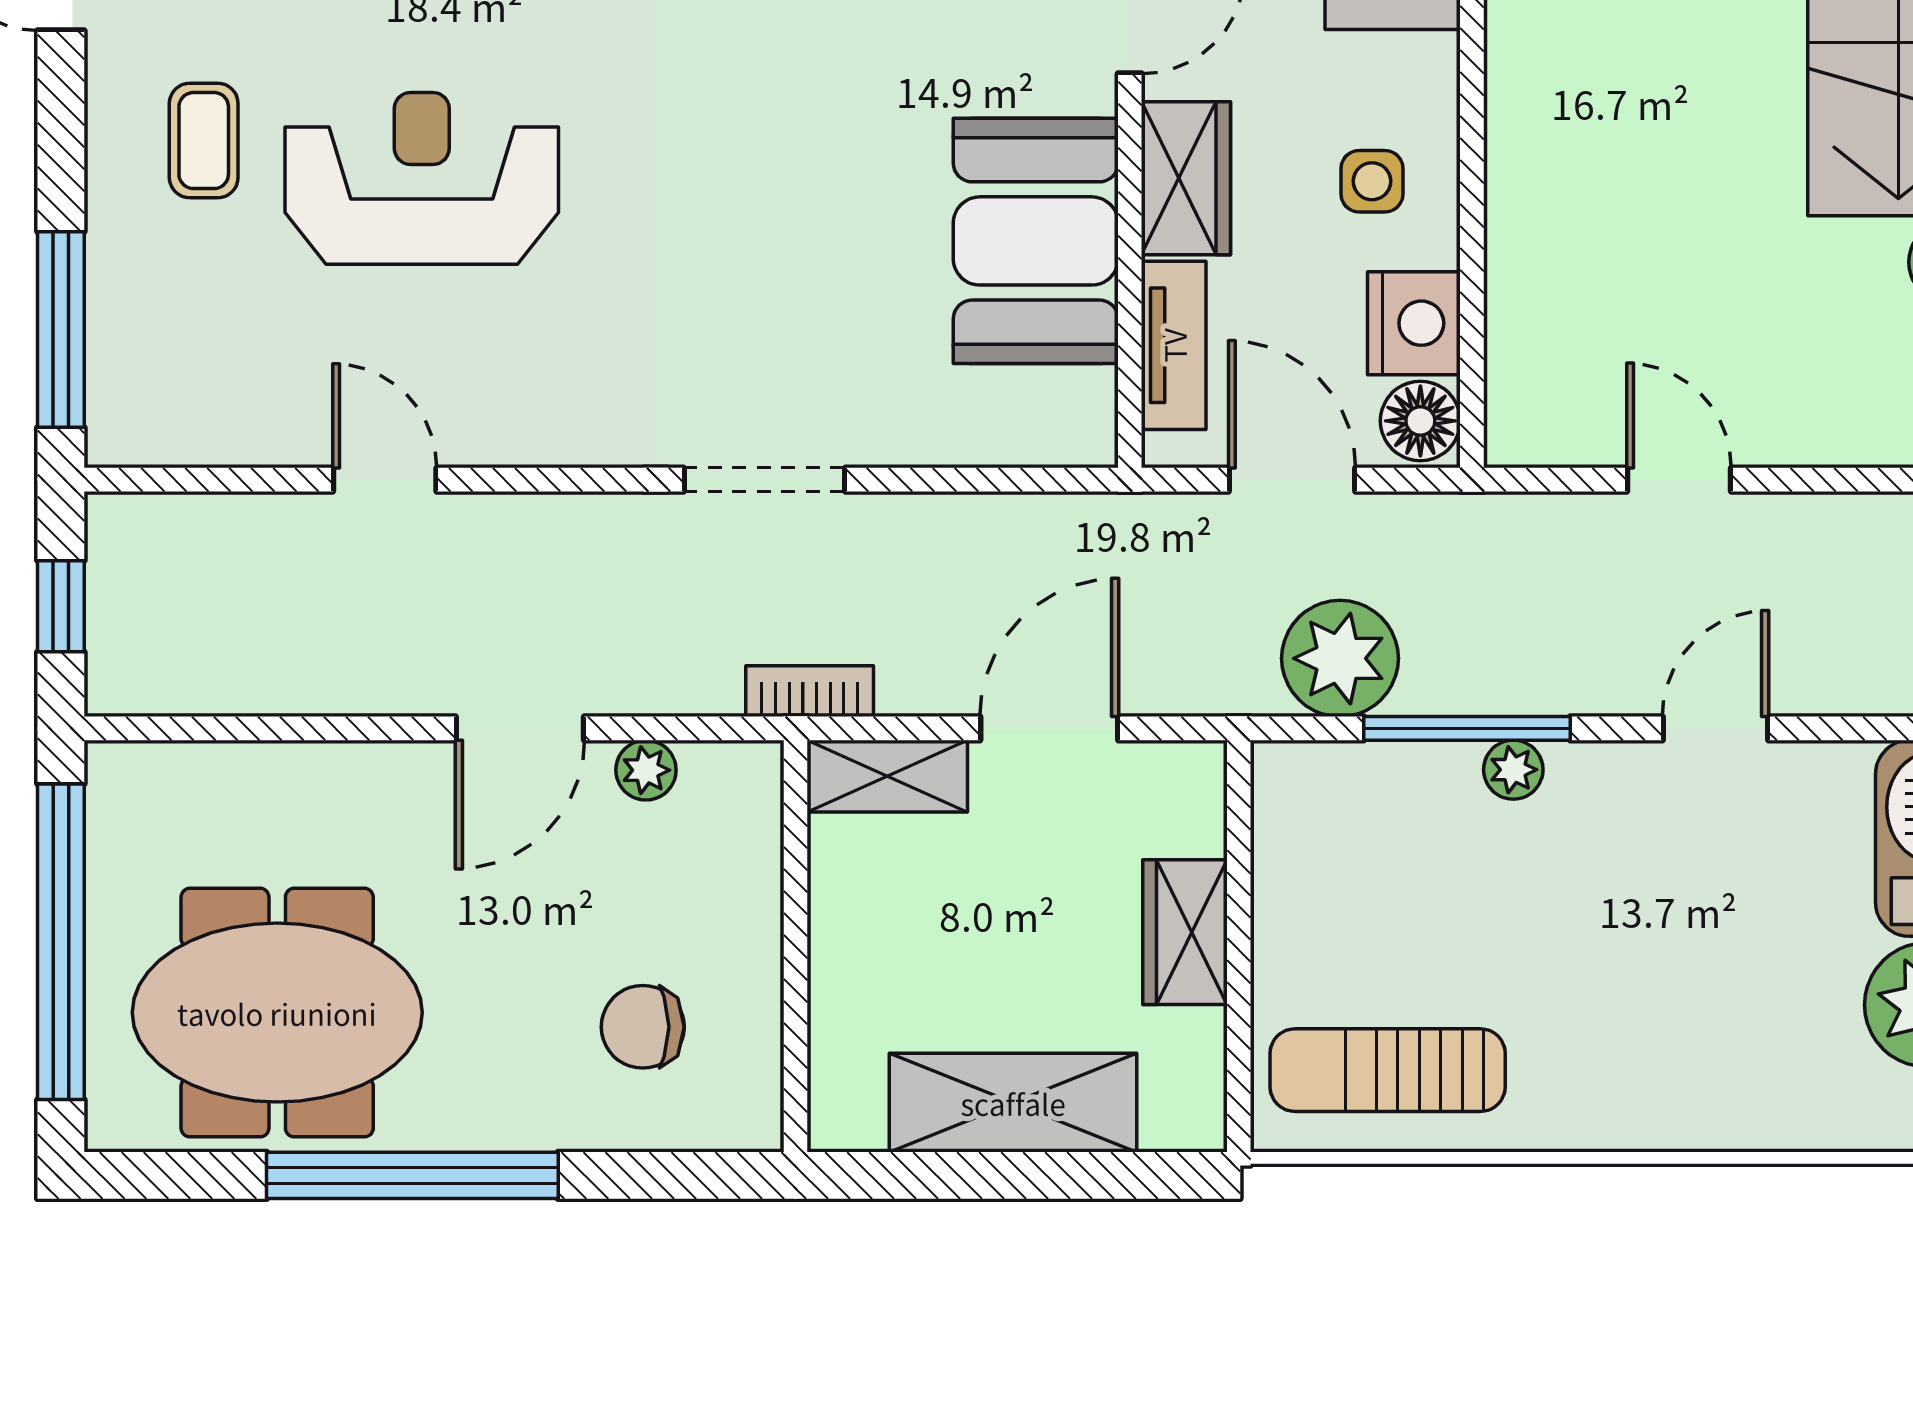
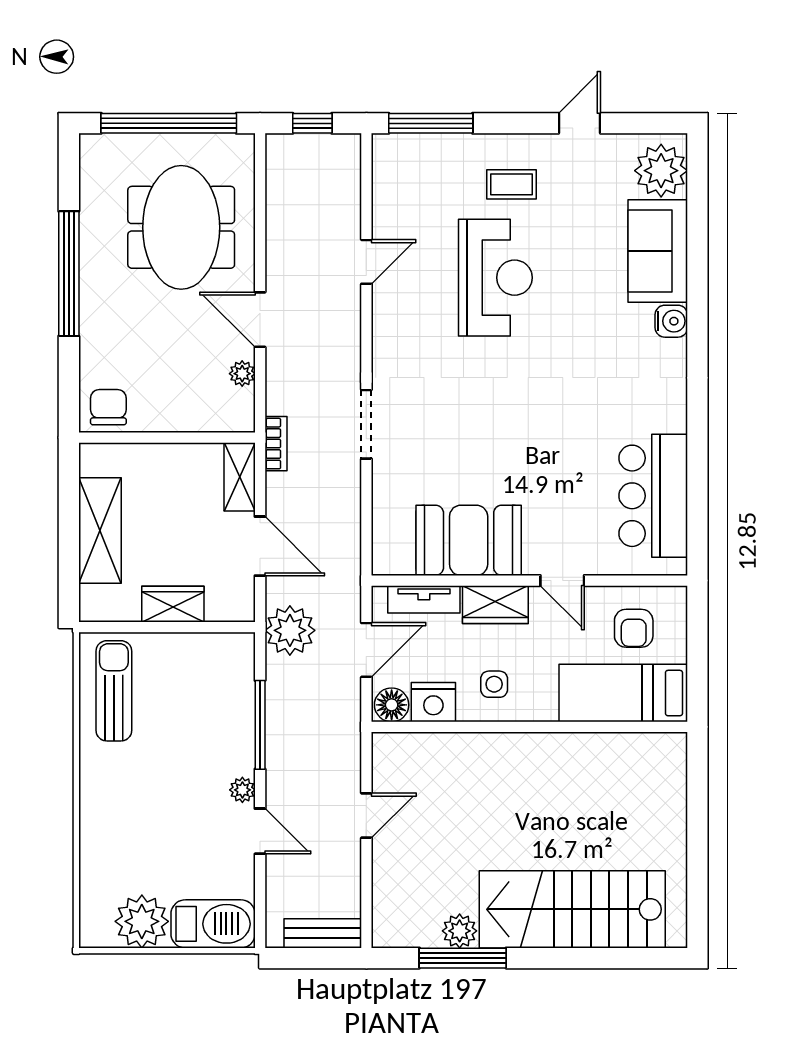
plant: (1340, 658) -> (290, 630), moved
plant: (1513, 770) -> (242, 790), moved
meeting table: (277, 1013) -> (181, 227), moved
chair: (643, 1027) -> (108, 407), moved

